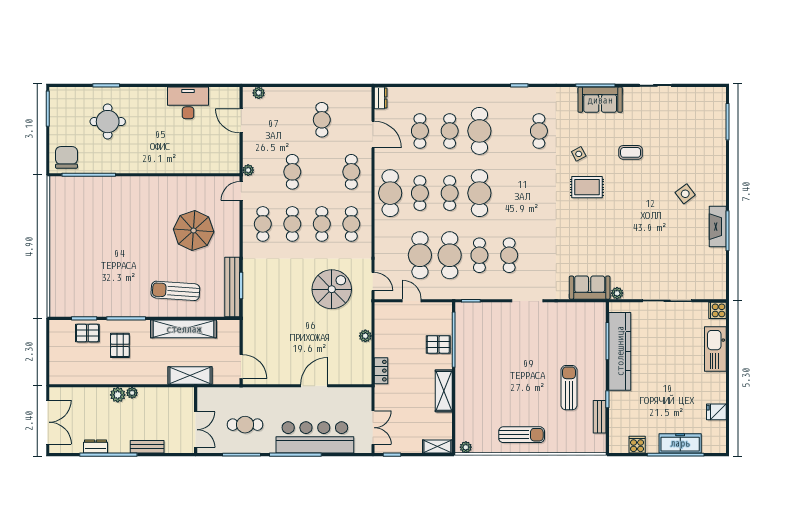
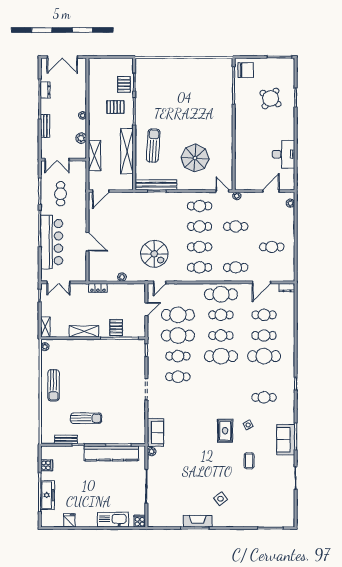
round table: (108, 122) -> (271, 98), turned 36
plant: (118, 395) -> (81, 138), moved

